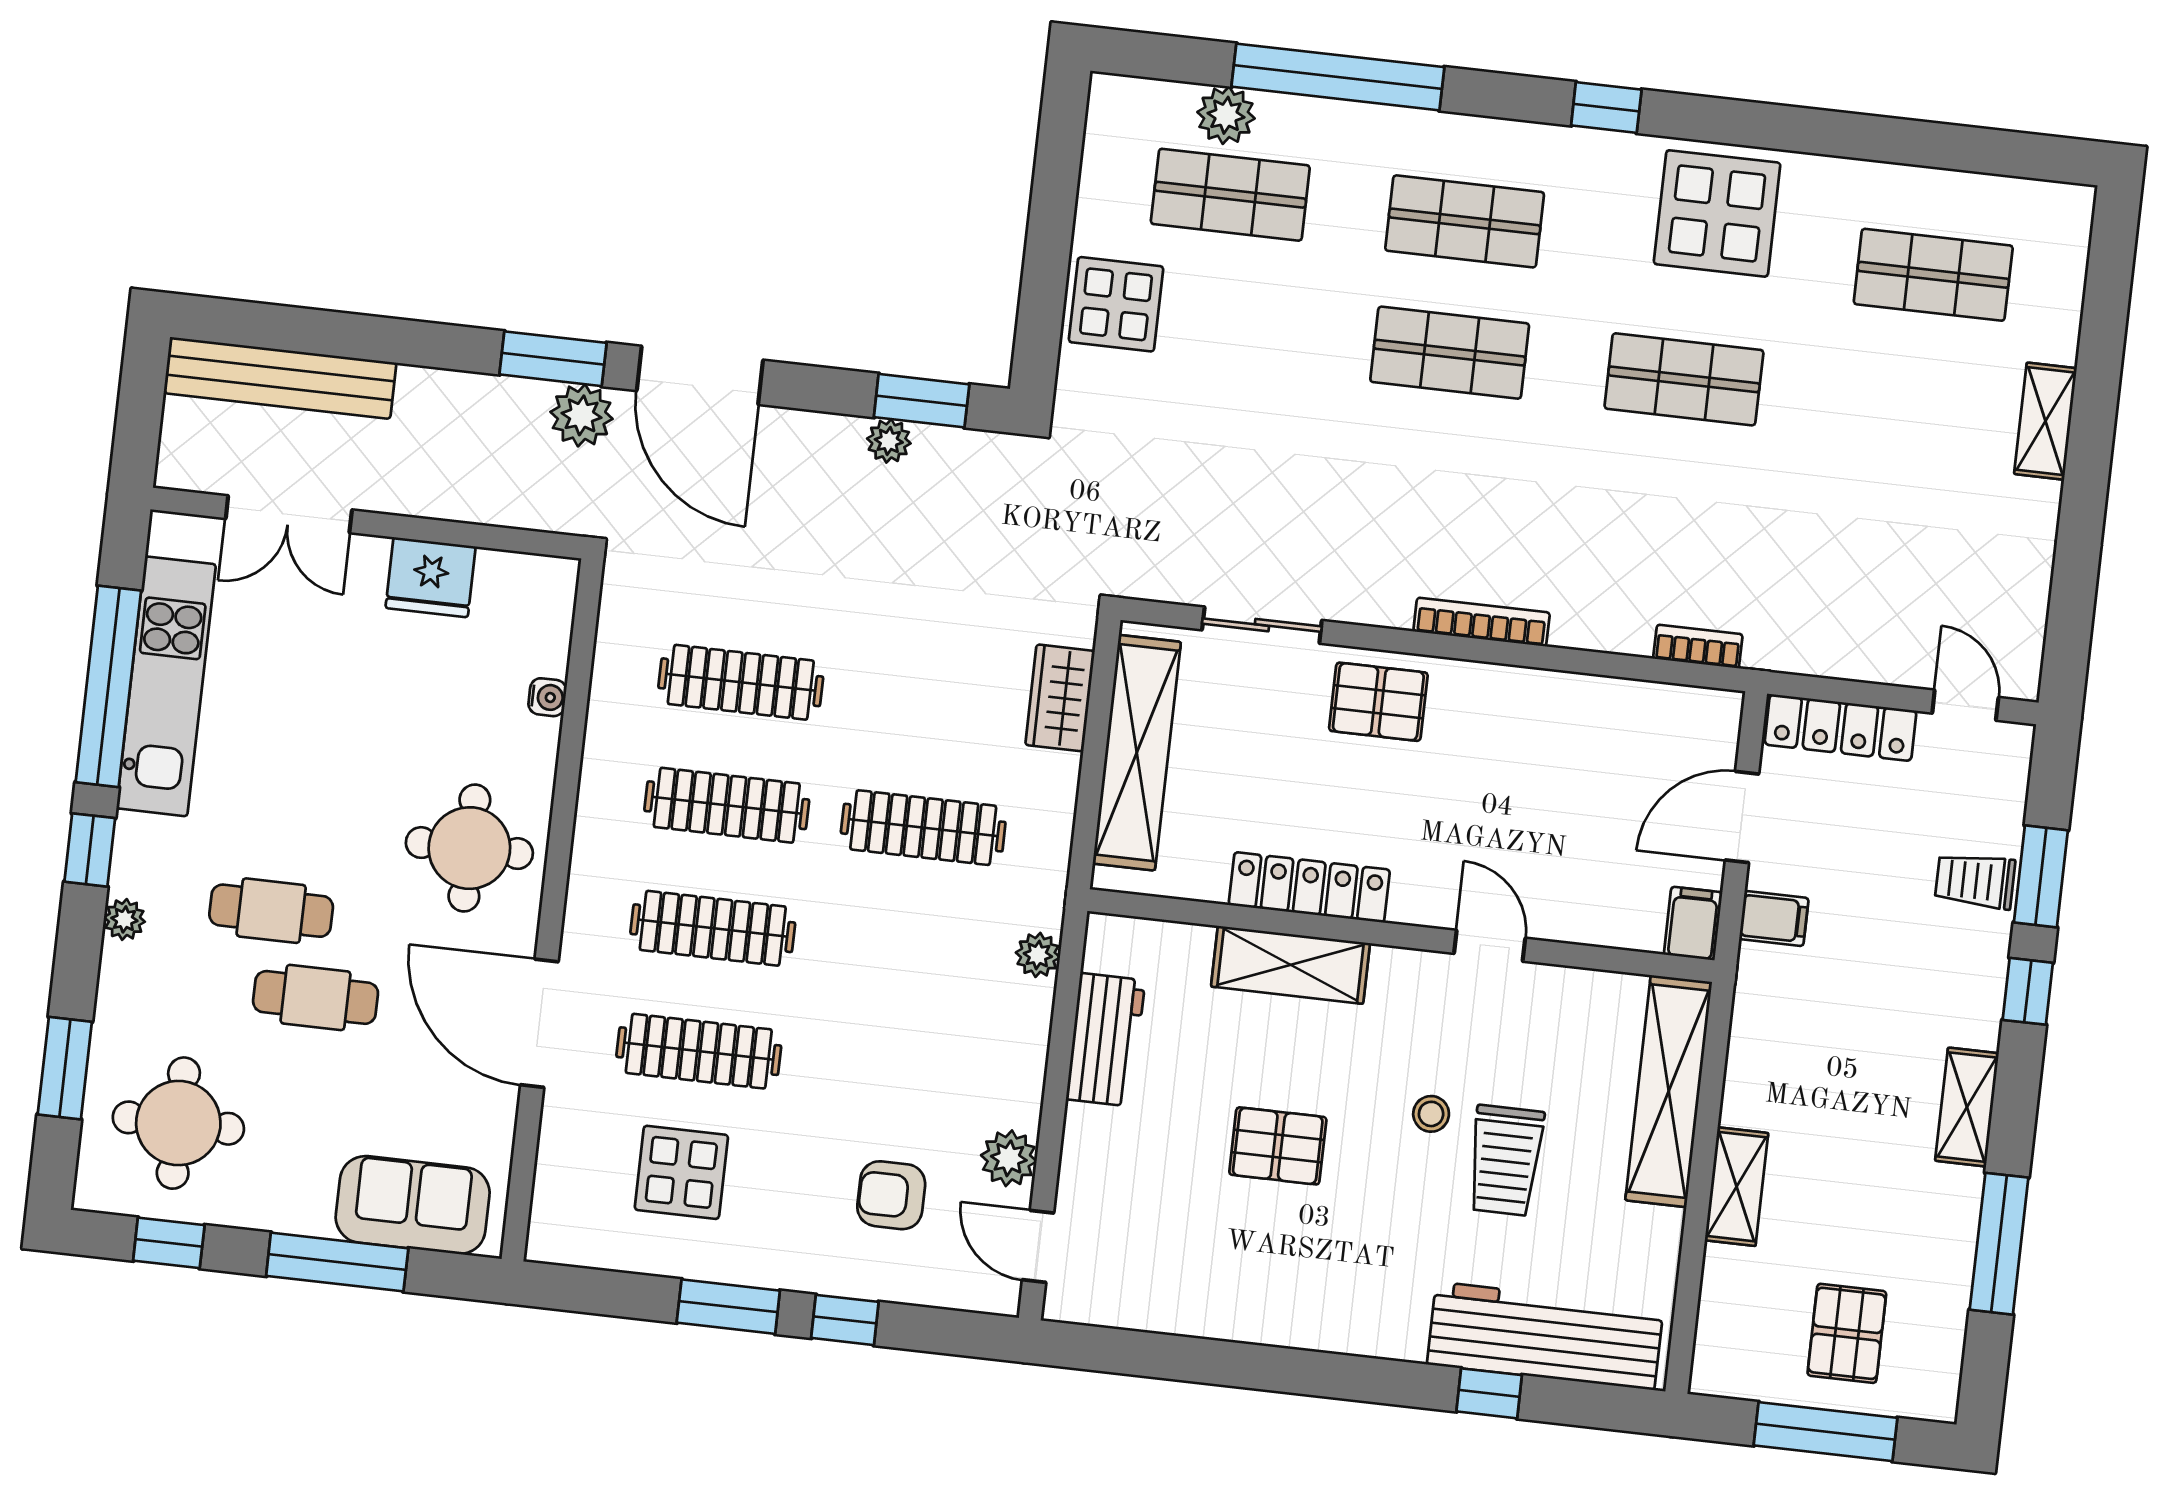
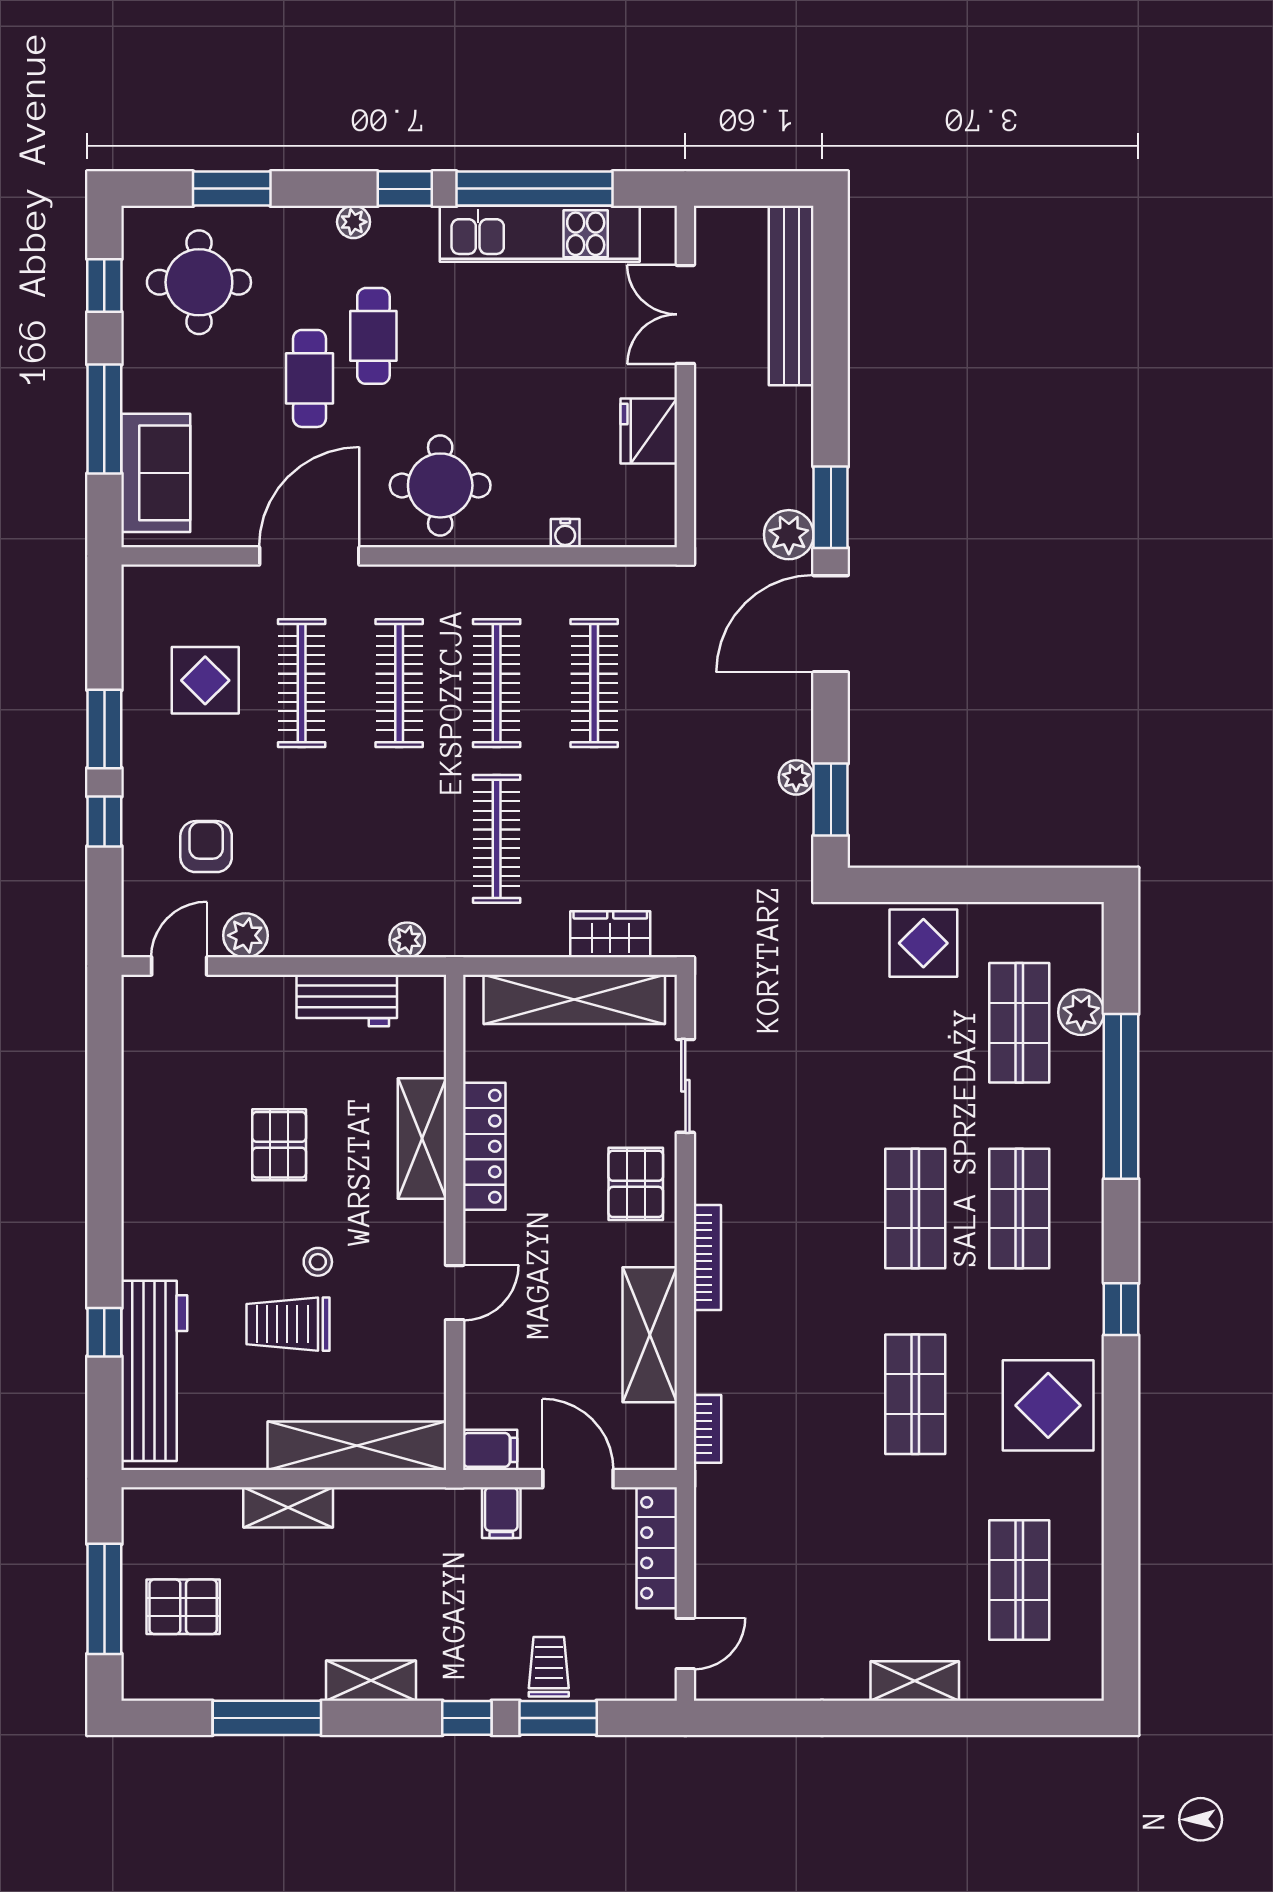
shelving: (1571, 706) -> (650, 1335), added

